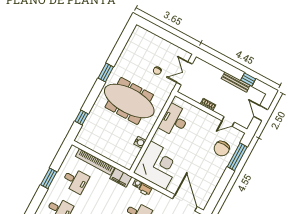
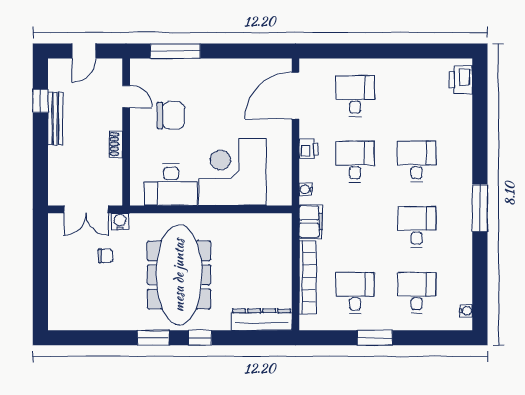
window: (82, 118) -> (200, 338), moved
dresser: (87, 129) -> (262, 320), added
water cooler: (140, 142) -> (120, 221), moved
chair: (222, 149) -> (171, 116), moved
corner desk: (158, 165) -> (232, 172), moved
printer: (145, 189) -> (308, 149), moved

